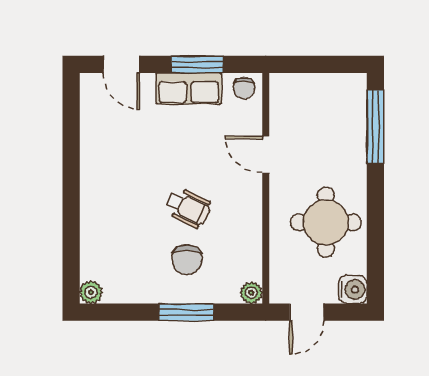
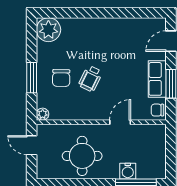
chair: (187, 260) -> (61, 78), turned -90
water cooler: (353, 290) -> (128, 171), moved
plant: (91, 292) -> (48, 30), width x1.88, depth x1.88

